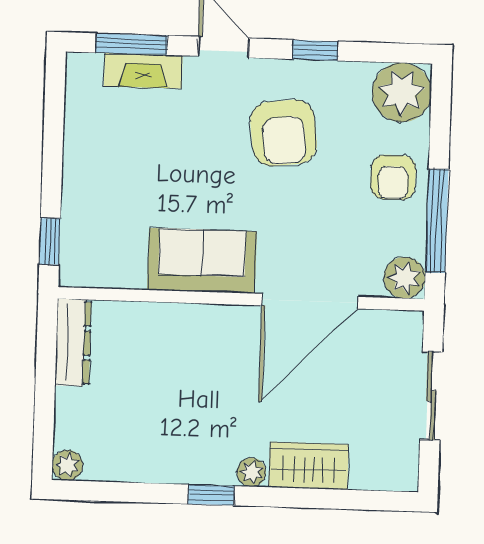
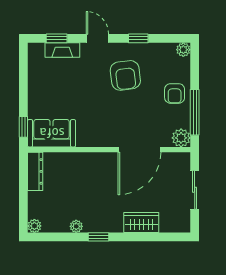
window: (131, 44) -> (57, 38), width x0.67
plant: (402, 92) -> (183, 50), width x0.53, depth x0.53
sofa: (202, 261) -> (52, 133), moved
plant: (251, 472) -> (76, 226), moved

